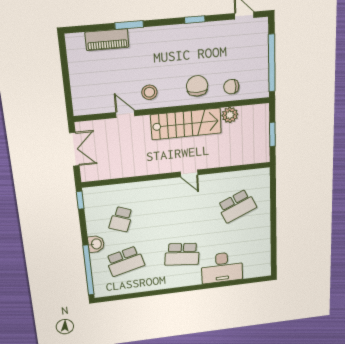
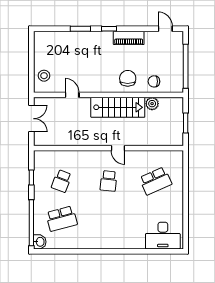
window: (195, 20) -> (109, 29), moved
piano: (107, 40) -> (129, 38), moved
stool: (149, 92) -> (44, 76), moved
window: (80, 200) -> (31, 177), moved
washbasin: (96, 244) -> (40, 242), moved
school desk: (182, 254) -> (109, 181), moved, width x0.54
desk: (222, 268) -> (163, 236), moved

